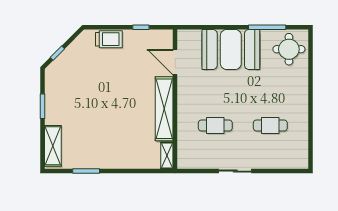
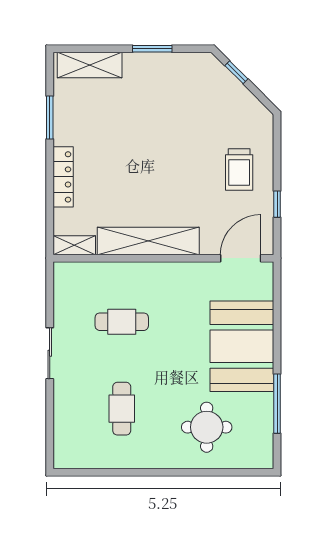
trolley: (109, 39) -> (239, 170), moved
round table: (289, 49) -> (207, 427), moved
door: (175, 62) -> (241, 258), moved
cafe table: (215, 125) -> (122, 322), turned 90
locker: (124, 163) -> (63, 177), added

